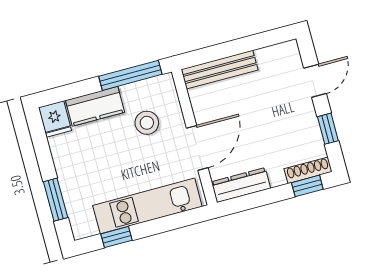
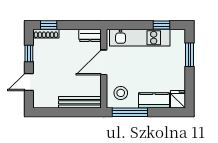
stool: (147, 123) -> (121, 93), moved
dresser: (241, 185) -> (90, 35), width x0.70

